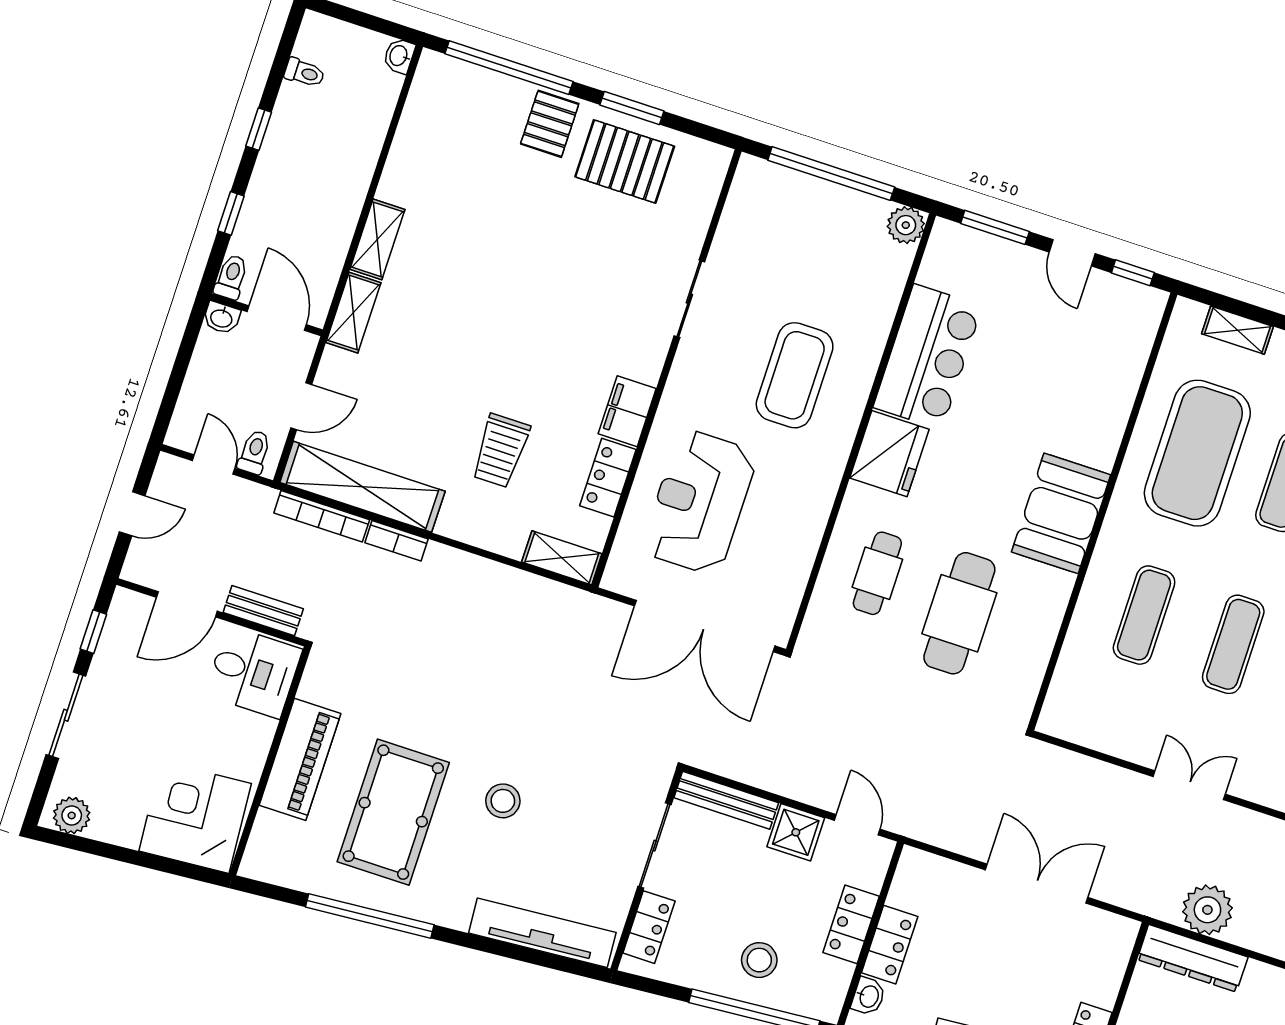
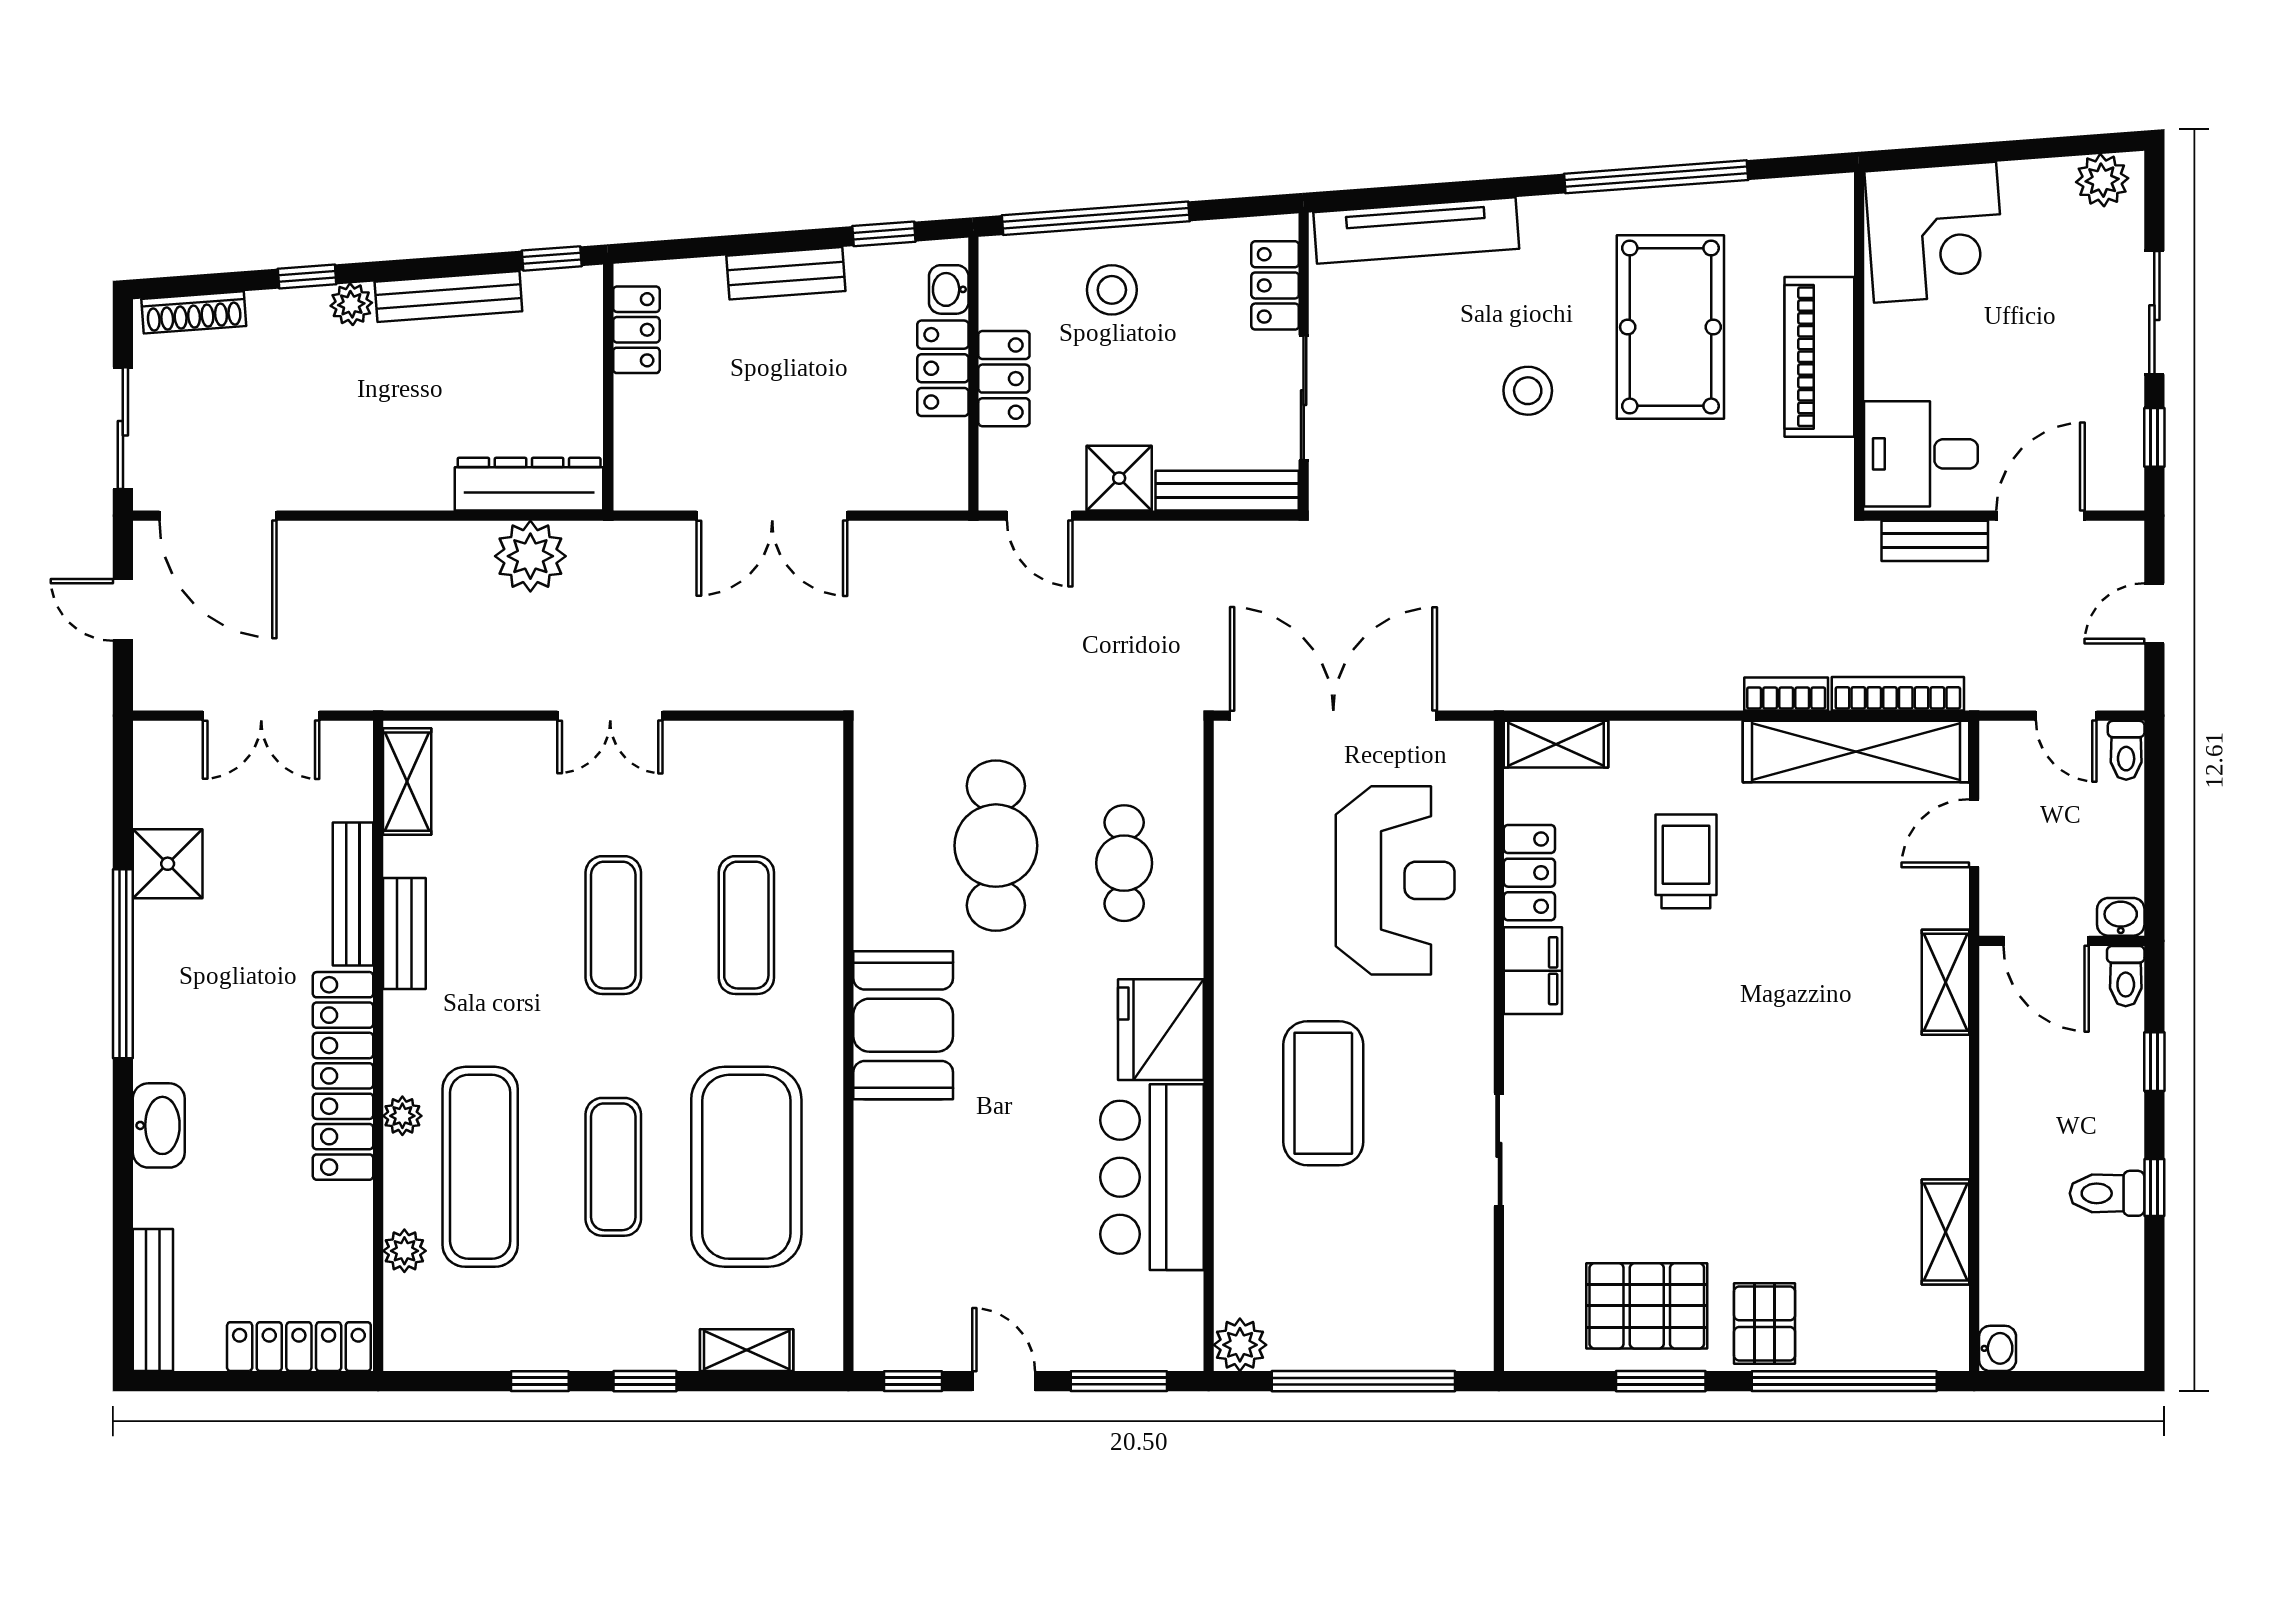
toilet: (305, 73) -> (2107, 1193), moved, width x1.37, depth x1.39
shelving: (377, 239) -> (1945, 1232), moved
toilet: (254, 452) -> (2126, 750), moved

